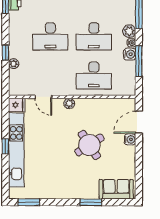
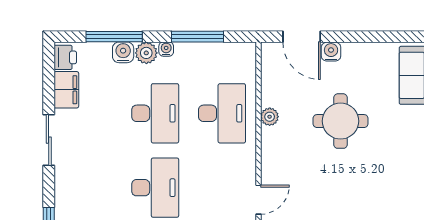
water cooler: (130, 54) -> (123, 52), moved
plant: (69, 103) -> (270, 117), moved
round table: (89, 145) -> (341, 121), turned 33

